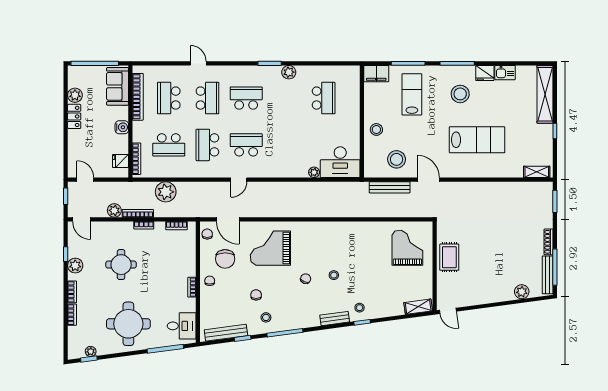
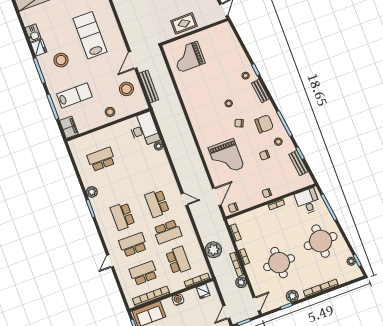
lab bench: (412, 94) -> (75, 95), turned 180
school desk: (169, 98) -> (144, 273), turned 180
chair: (225, 259) -> (264, 124), moved
round table: (121, 265) -> (279, 263), width x1.36, depth x1.36
shelving: (418, 307) -> (229, 33), removed
bench: (226, 333) -> (298, 163), width x0.73

